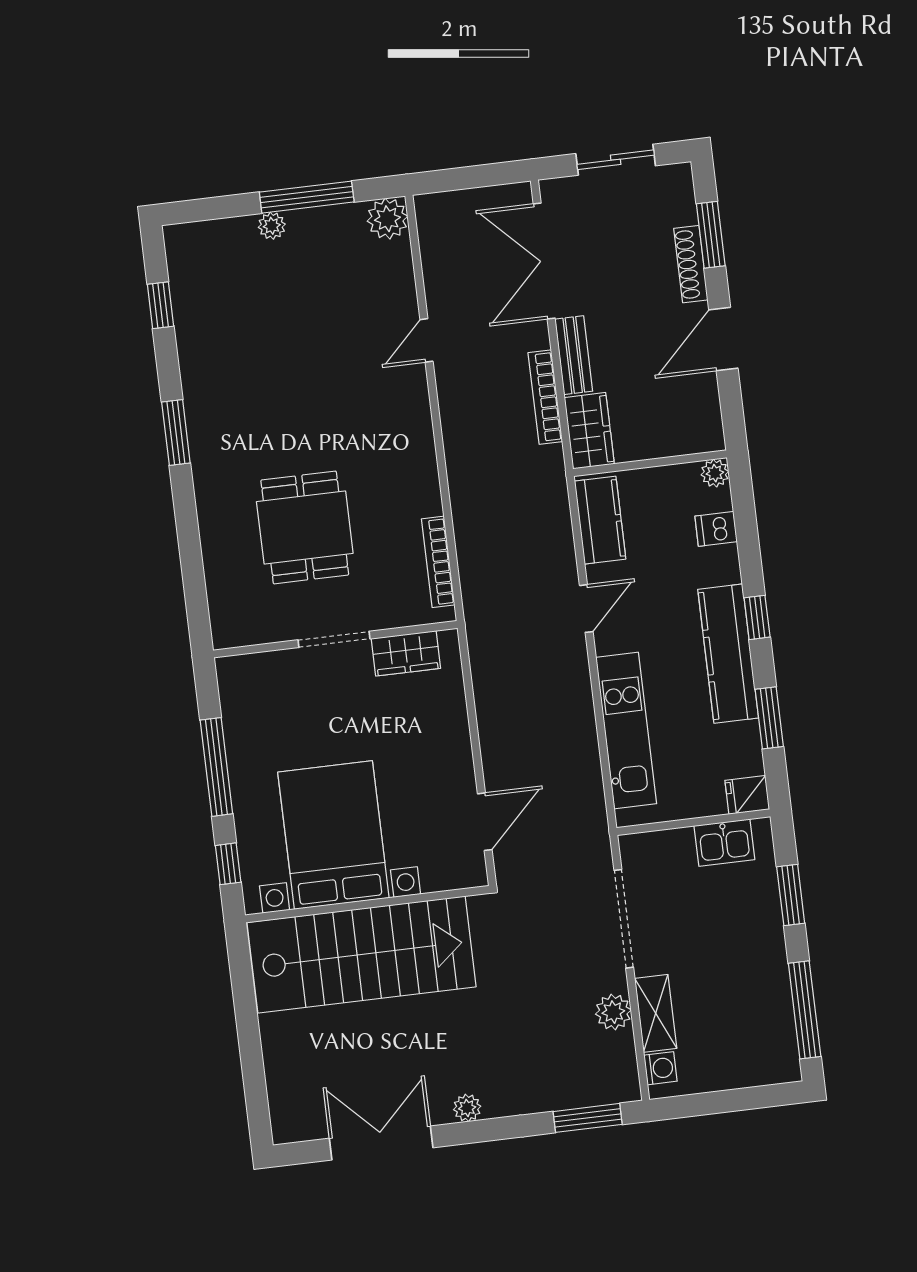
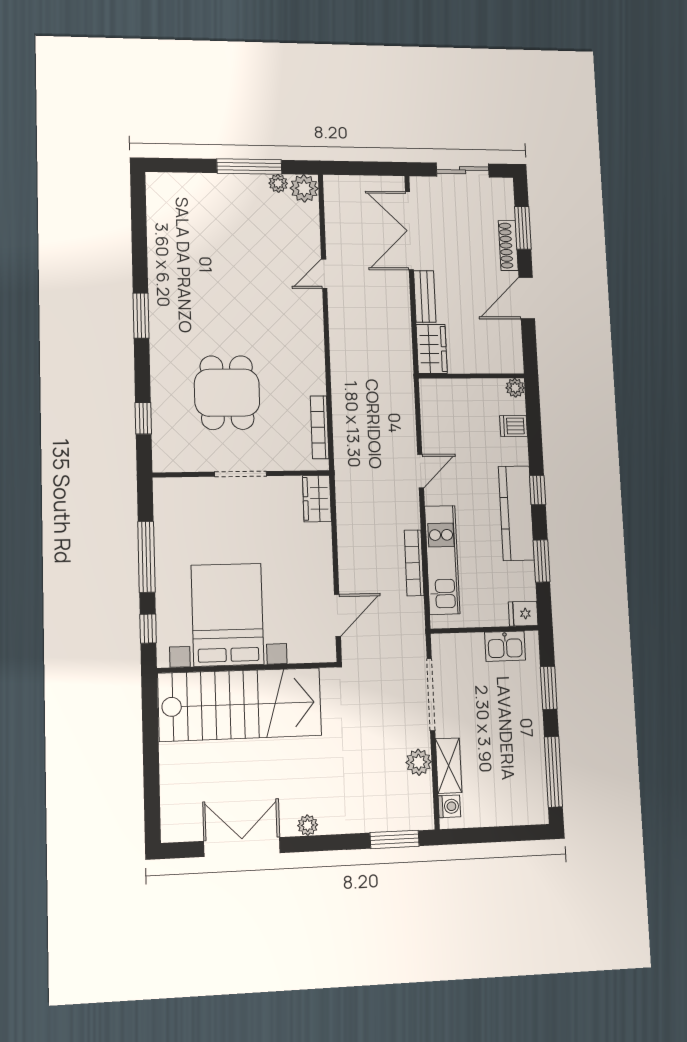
plant: (272, 226) -> (278, 183), moved
window: (161, 305) -> (143, 418), moved
bookcase: (545, 397) -> (414, 563), moved
kitchen counter: (600, 520) -> (435, 411), removed
wardrobe: (406, 653) -> (317, 499), moved, turned 90

